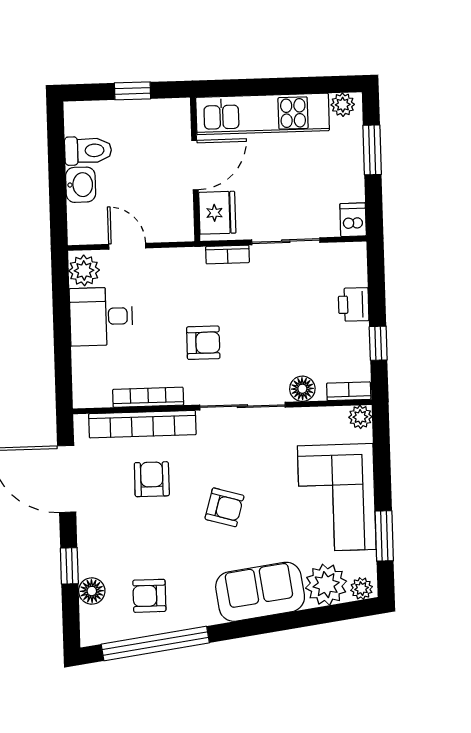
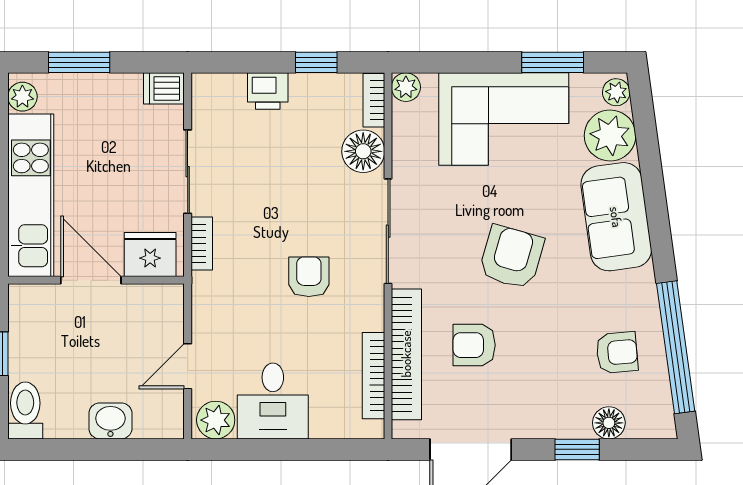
toilet: (88, 151) -> (25, 411), moved
floor lamp: (302, 389) -> (363, 151), width x1.38, depth x1.38
bookcase: (148, 397) -> (374, 376), moved
armchair: (224, 507) -> (511, 257), width x1.38, depth x1.38
armchair: (149, 596) -> (617, 353), turned -95

